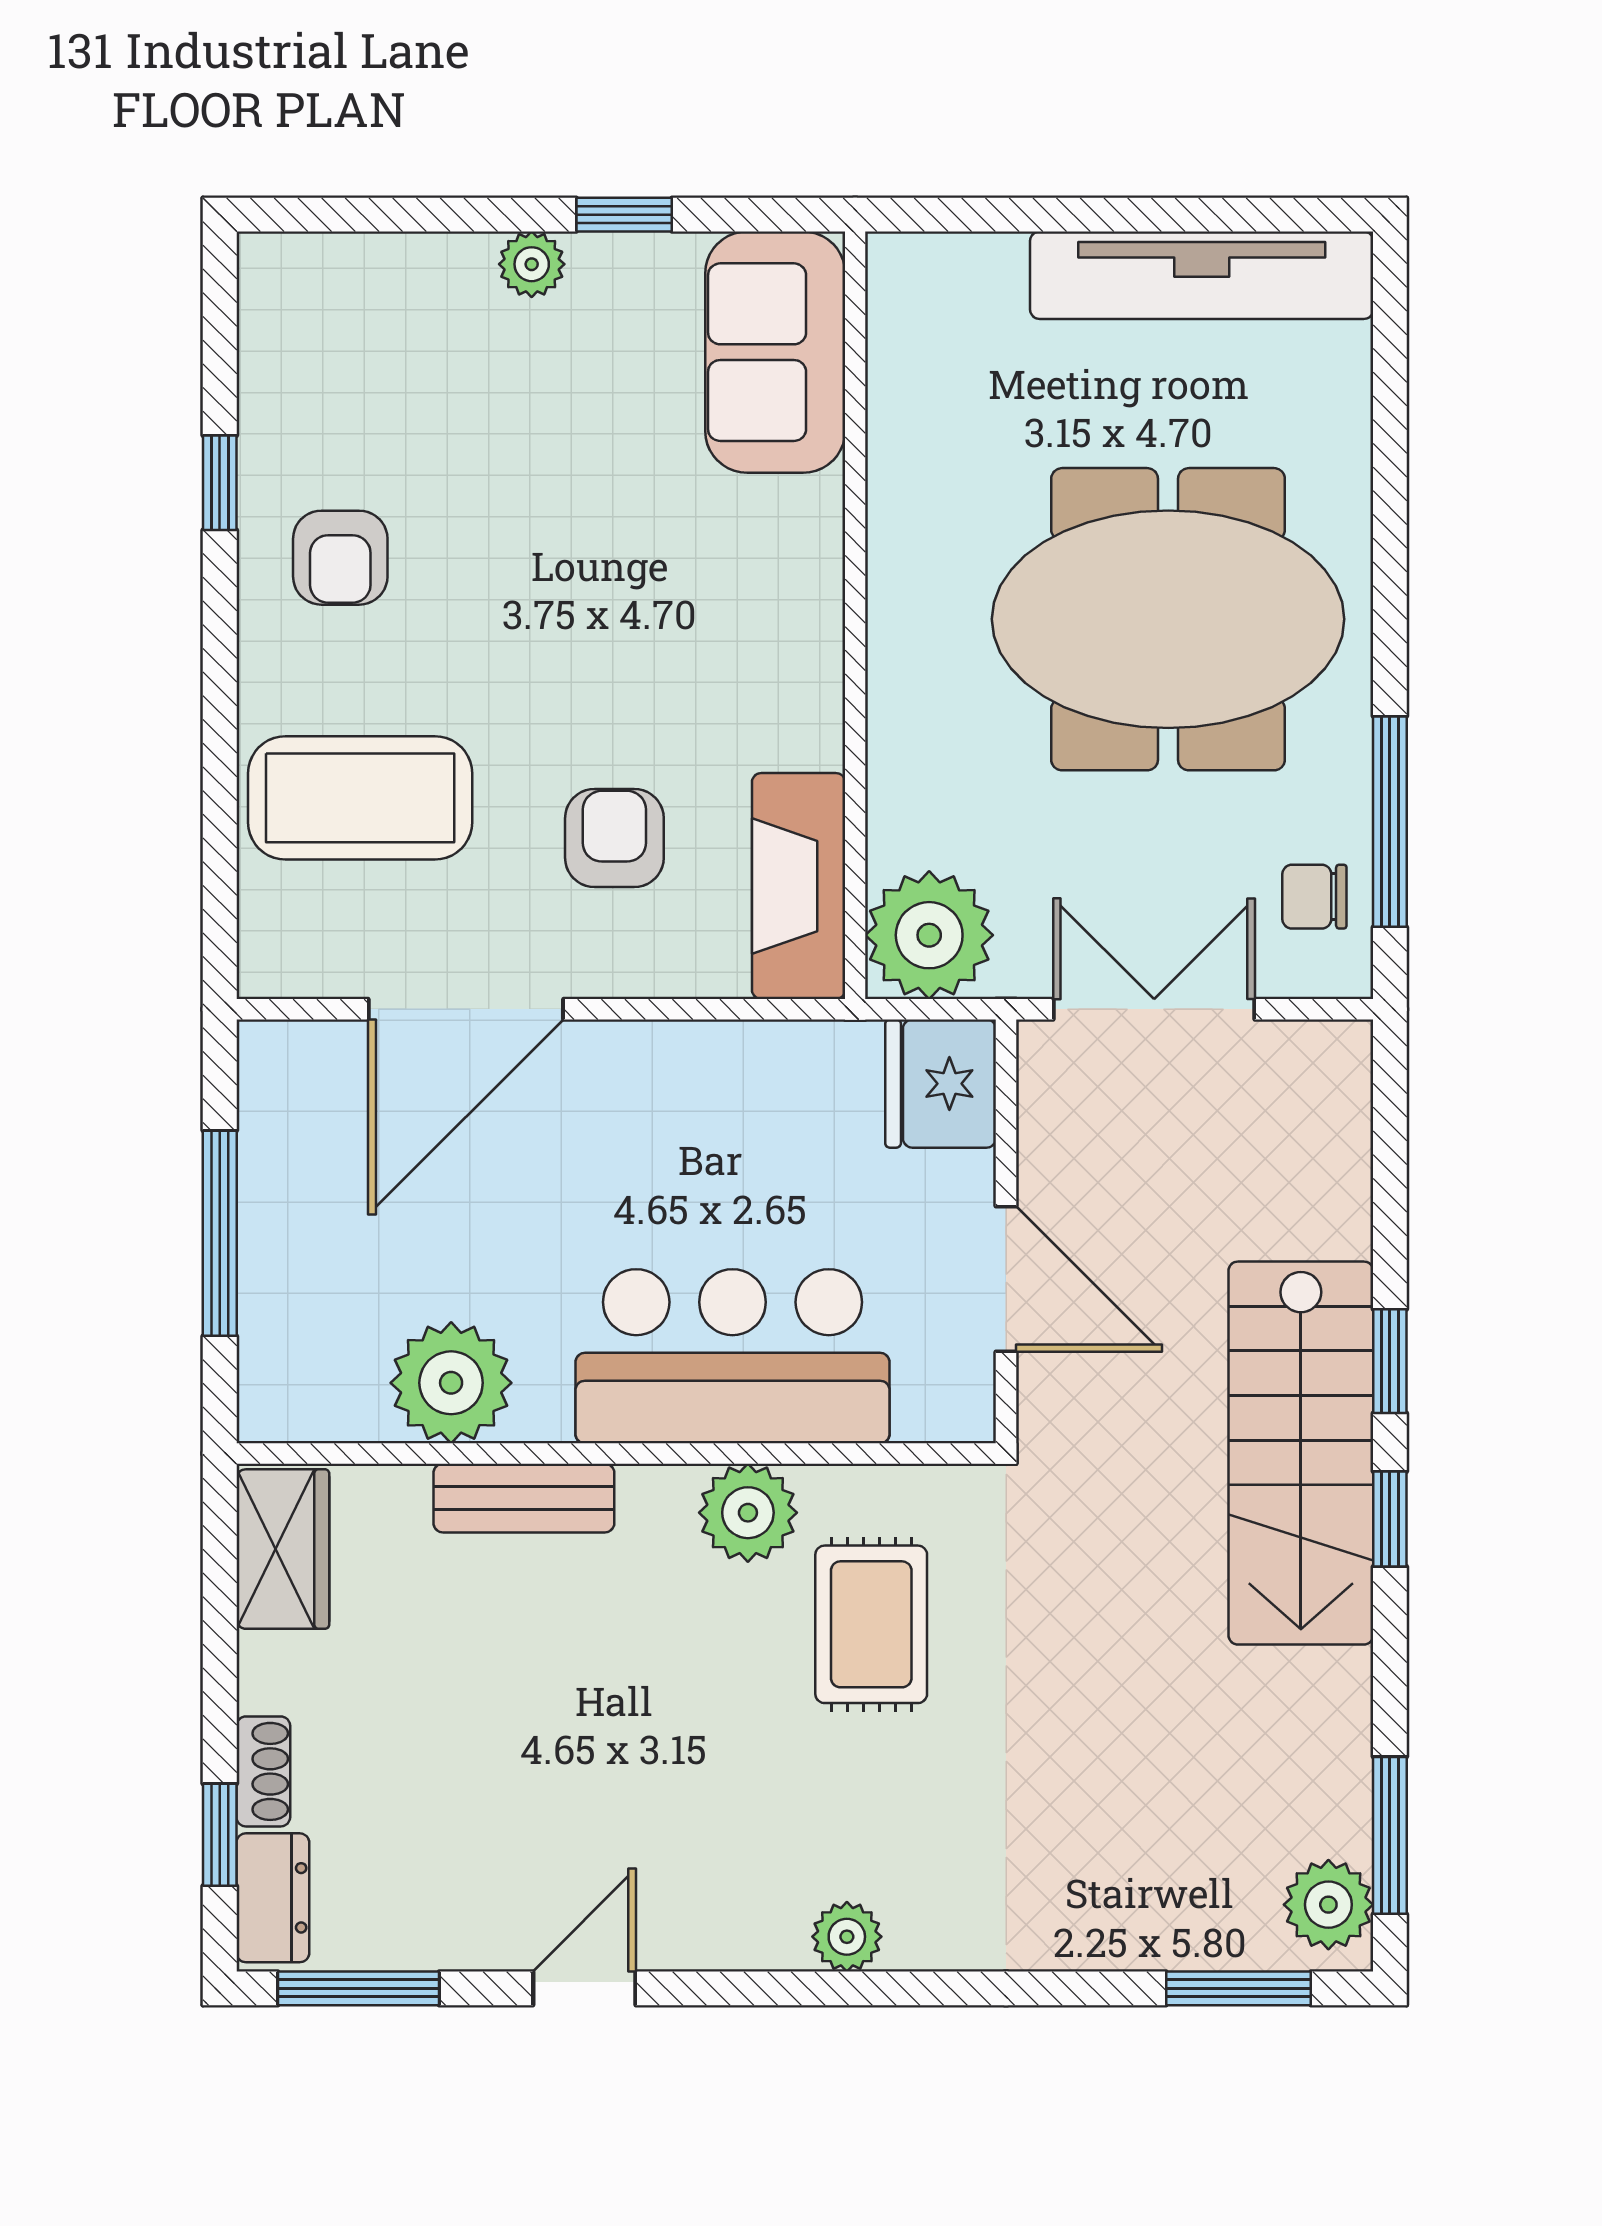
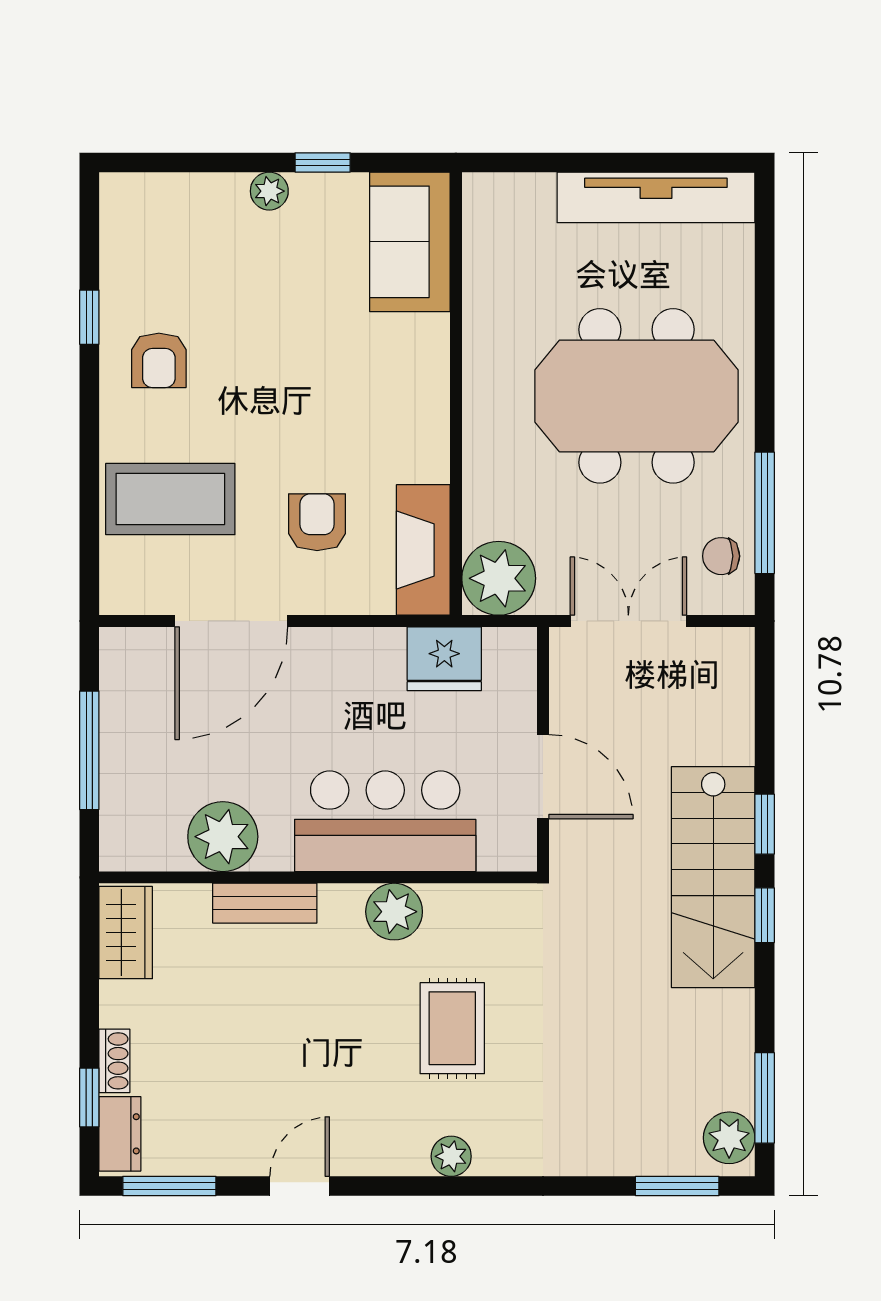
fridge: (941, 1084) -> (444, 659), moved, turned -90
rug: (871, 1624) -> (452, 1028), moved

